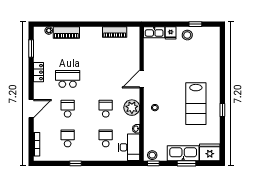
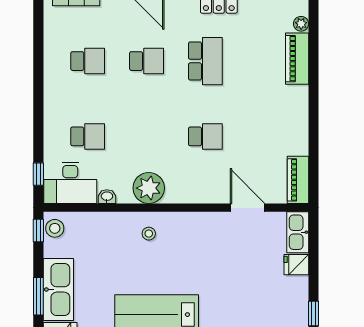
piano: (115, 32) -> (298, 180), moved
stool: (187, 35) -> (292, 298), removed
door: (142, 79) -> (248, 208), moved
school desk: (106, 109) -> (205, 136), moved
window: (76, 163) -> (38, 174), moved

